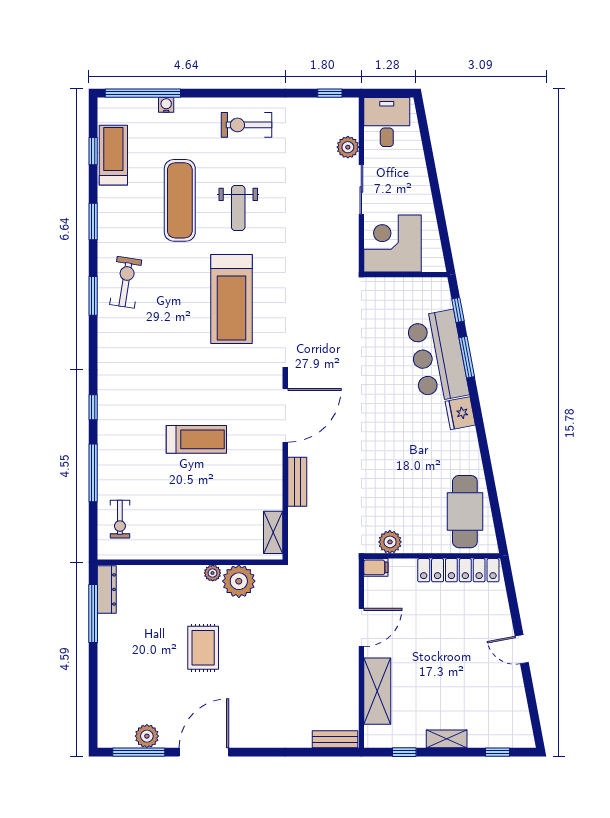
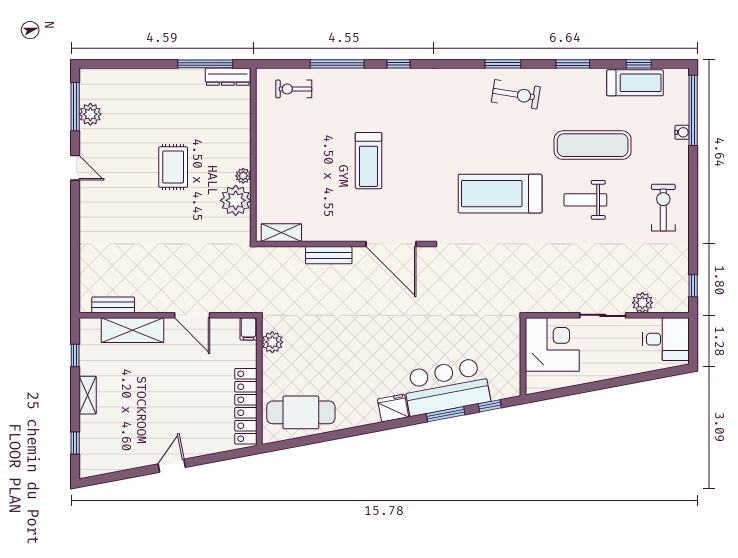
rug: (203, 648) -> (173, 167), turned 90
bench: (335, 739) -> (113, 305), moved, turned 90
door: (204, 752) -> (75, 168), width x0.53

